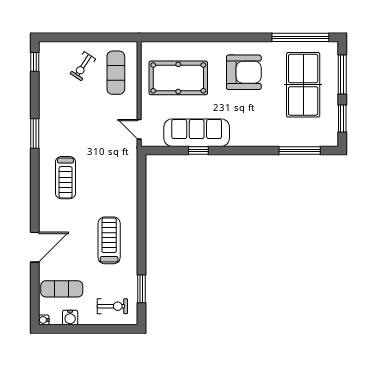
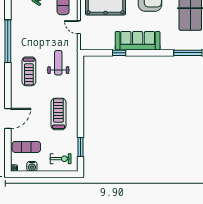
door: (139, 129) -> (79, 27), moved
sofa: (197, 133) -> (138, 41), moved
window: (35, 134) -> (8, 41), width x2.11
weight bench: (109, 165) -> (58, 63), added

